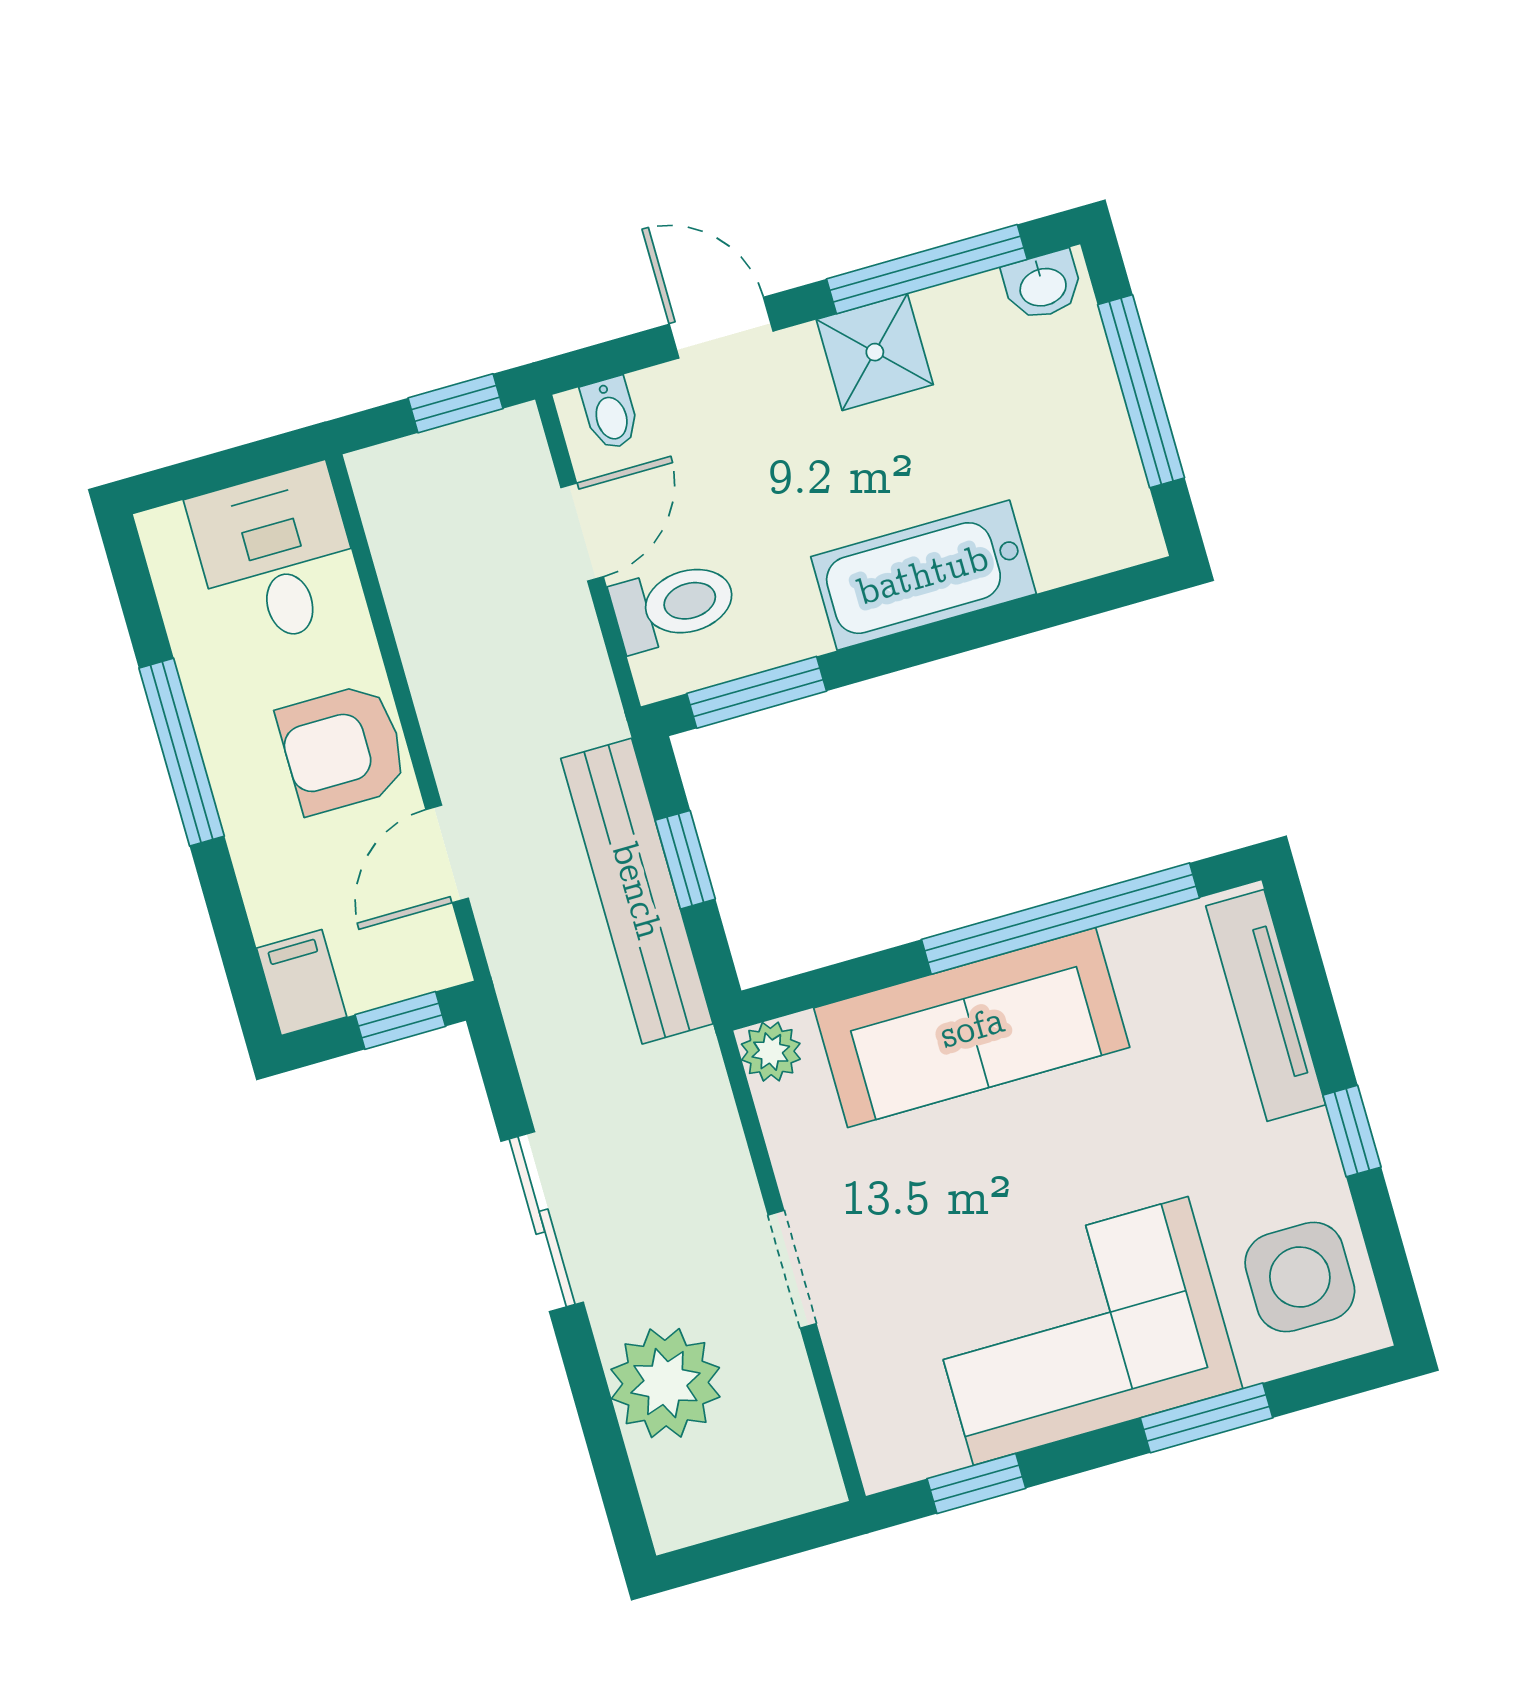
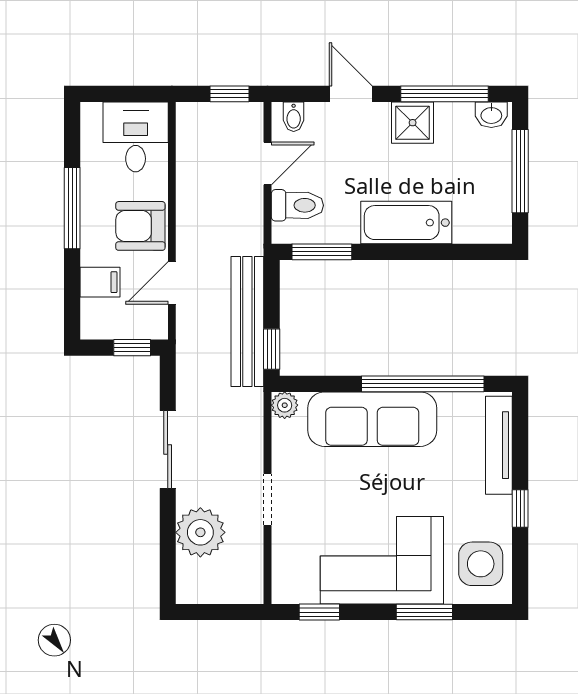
window: (685, 860) -> (272, 349), moved
filing cabinet: (302, 982) -> (100, 282), moved, turned 90

